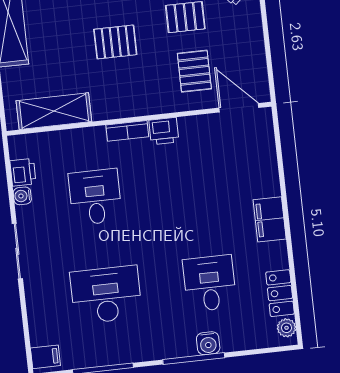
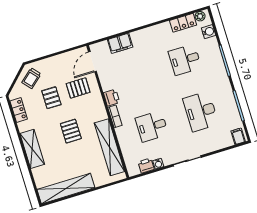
shelving: (54, 111) -> (109, 147), width x1.47
filing cabinet: (270, 219) -> (120, 43), moved
water cooler: (208, 343) -> (209, 32), moved

